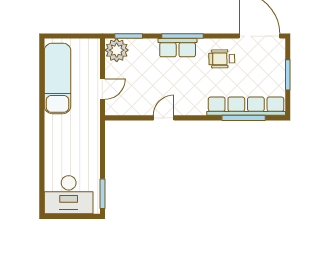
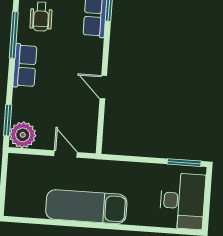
window: (182, 36) -> (14, 35), moved
exam couch: (58, 78) -> (86, 207), moved

